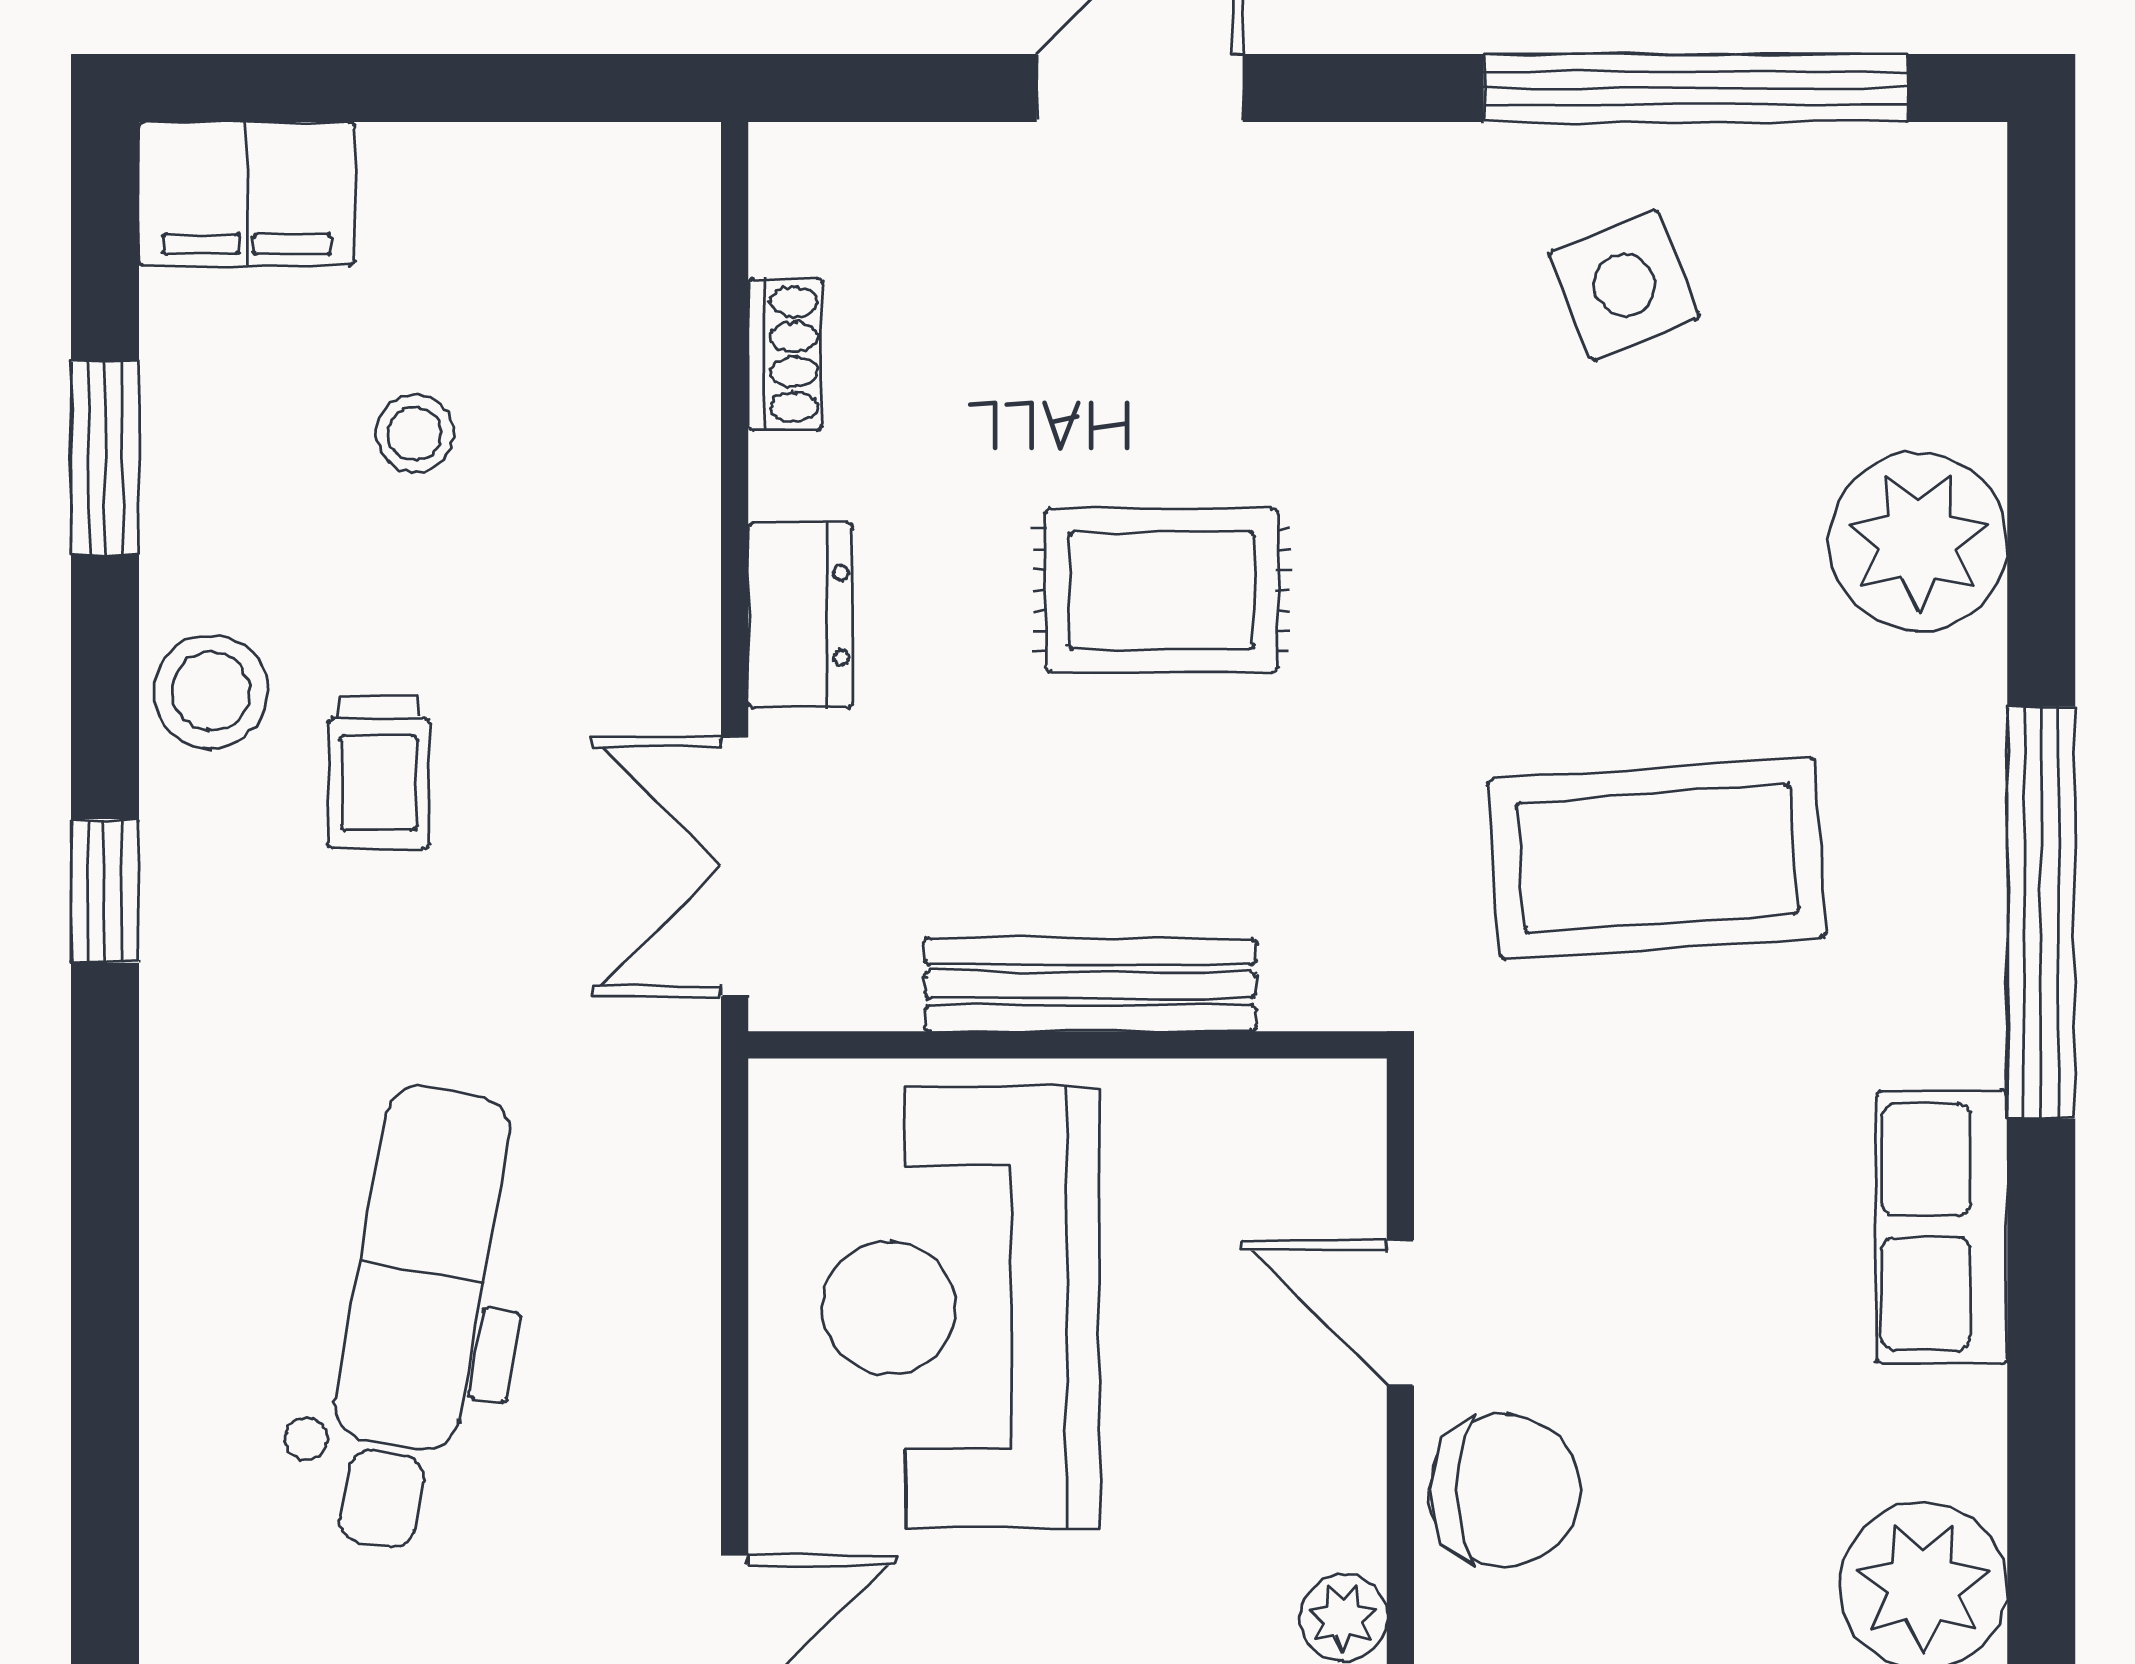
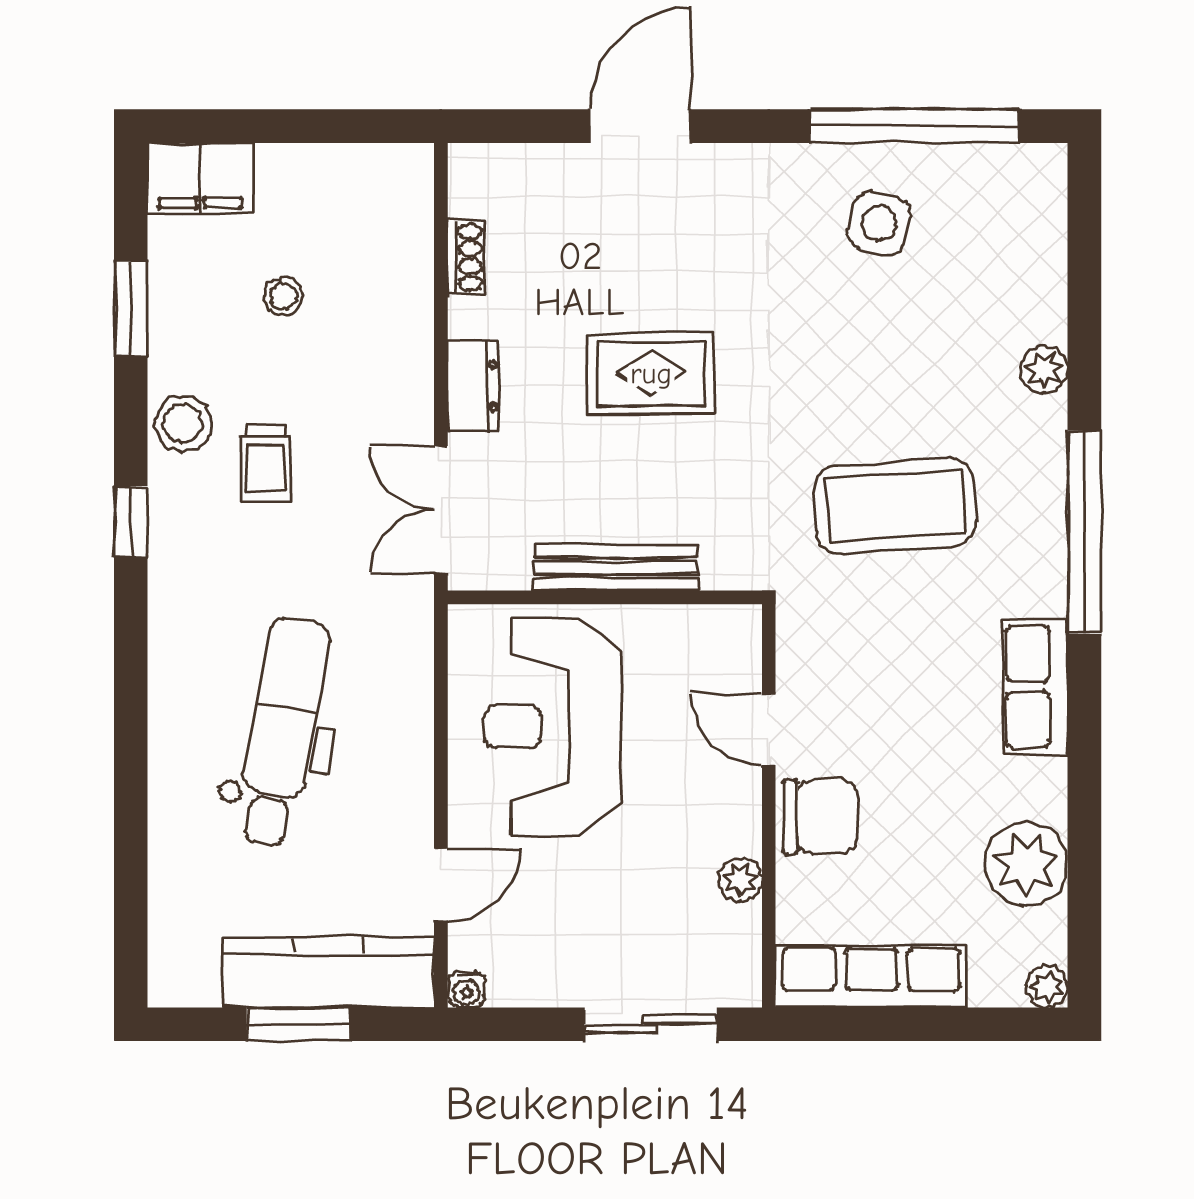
side table: (1624, 285) -> (879, 223), turned 36
plant: (1918, 541) -> (1044, 370), width x0.53, depth x0.53

